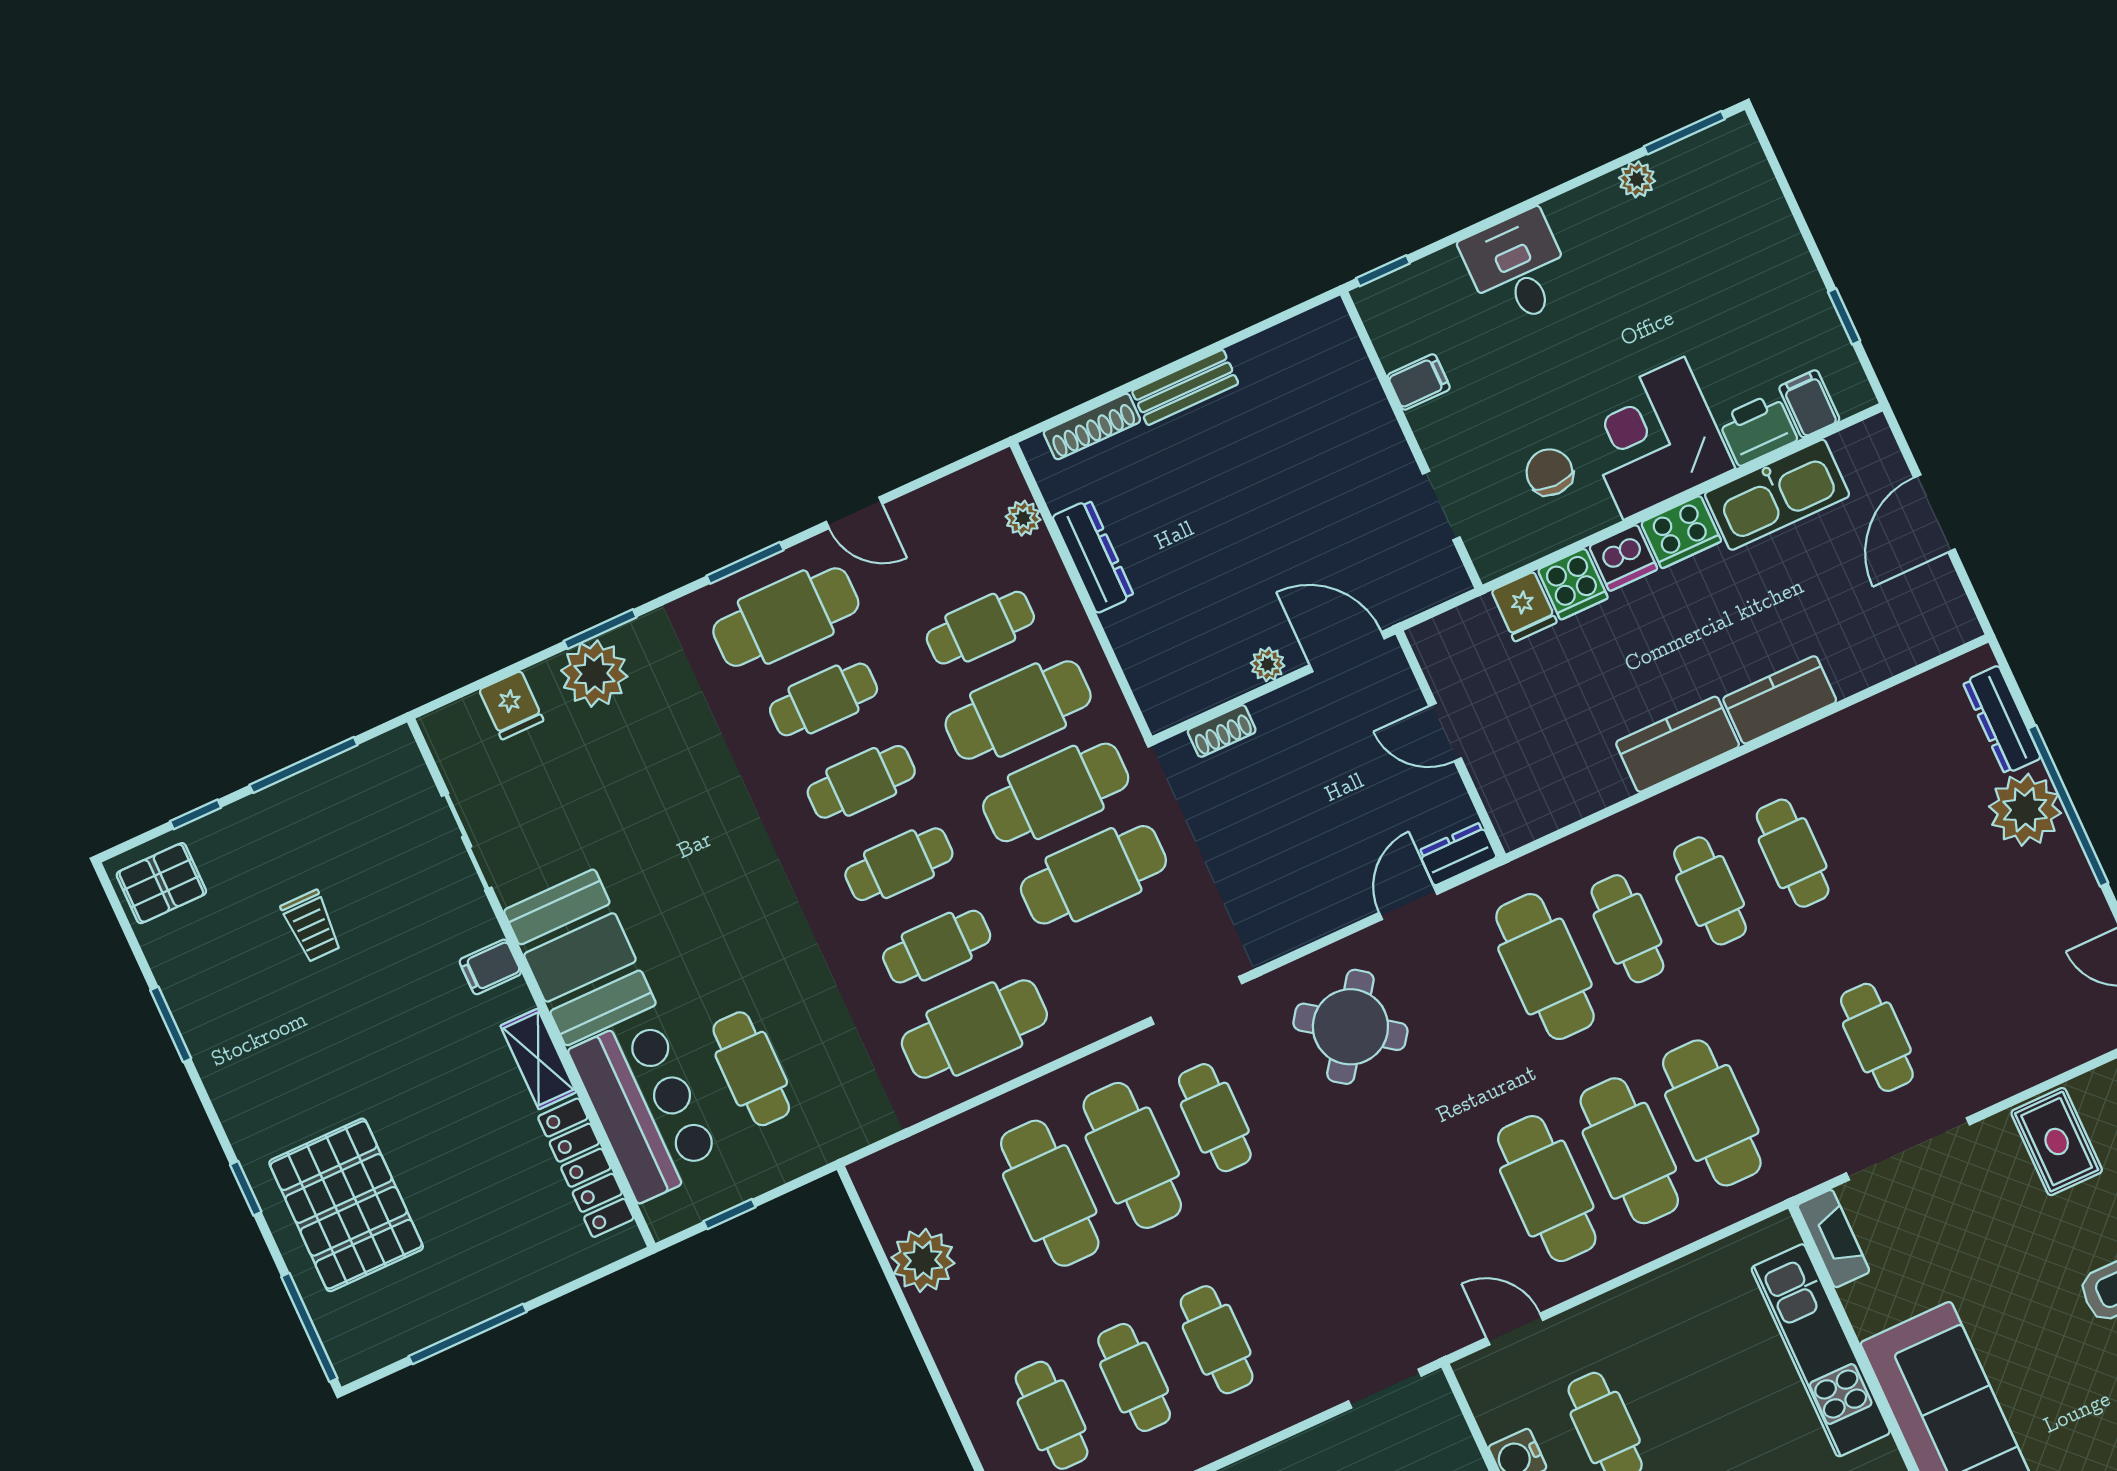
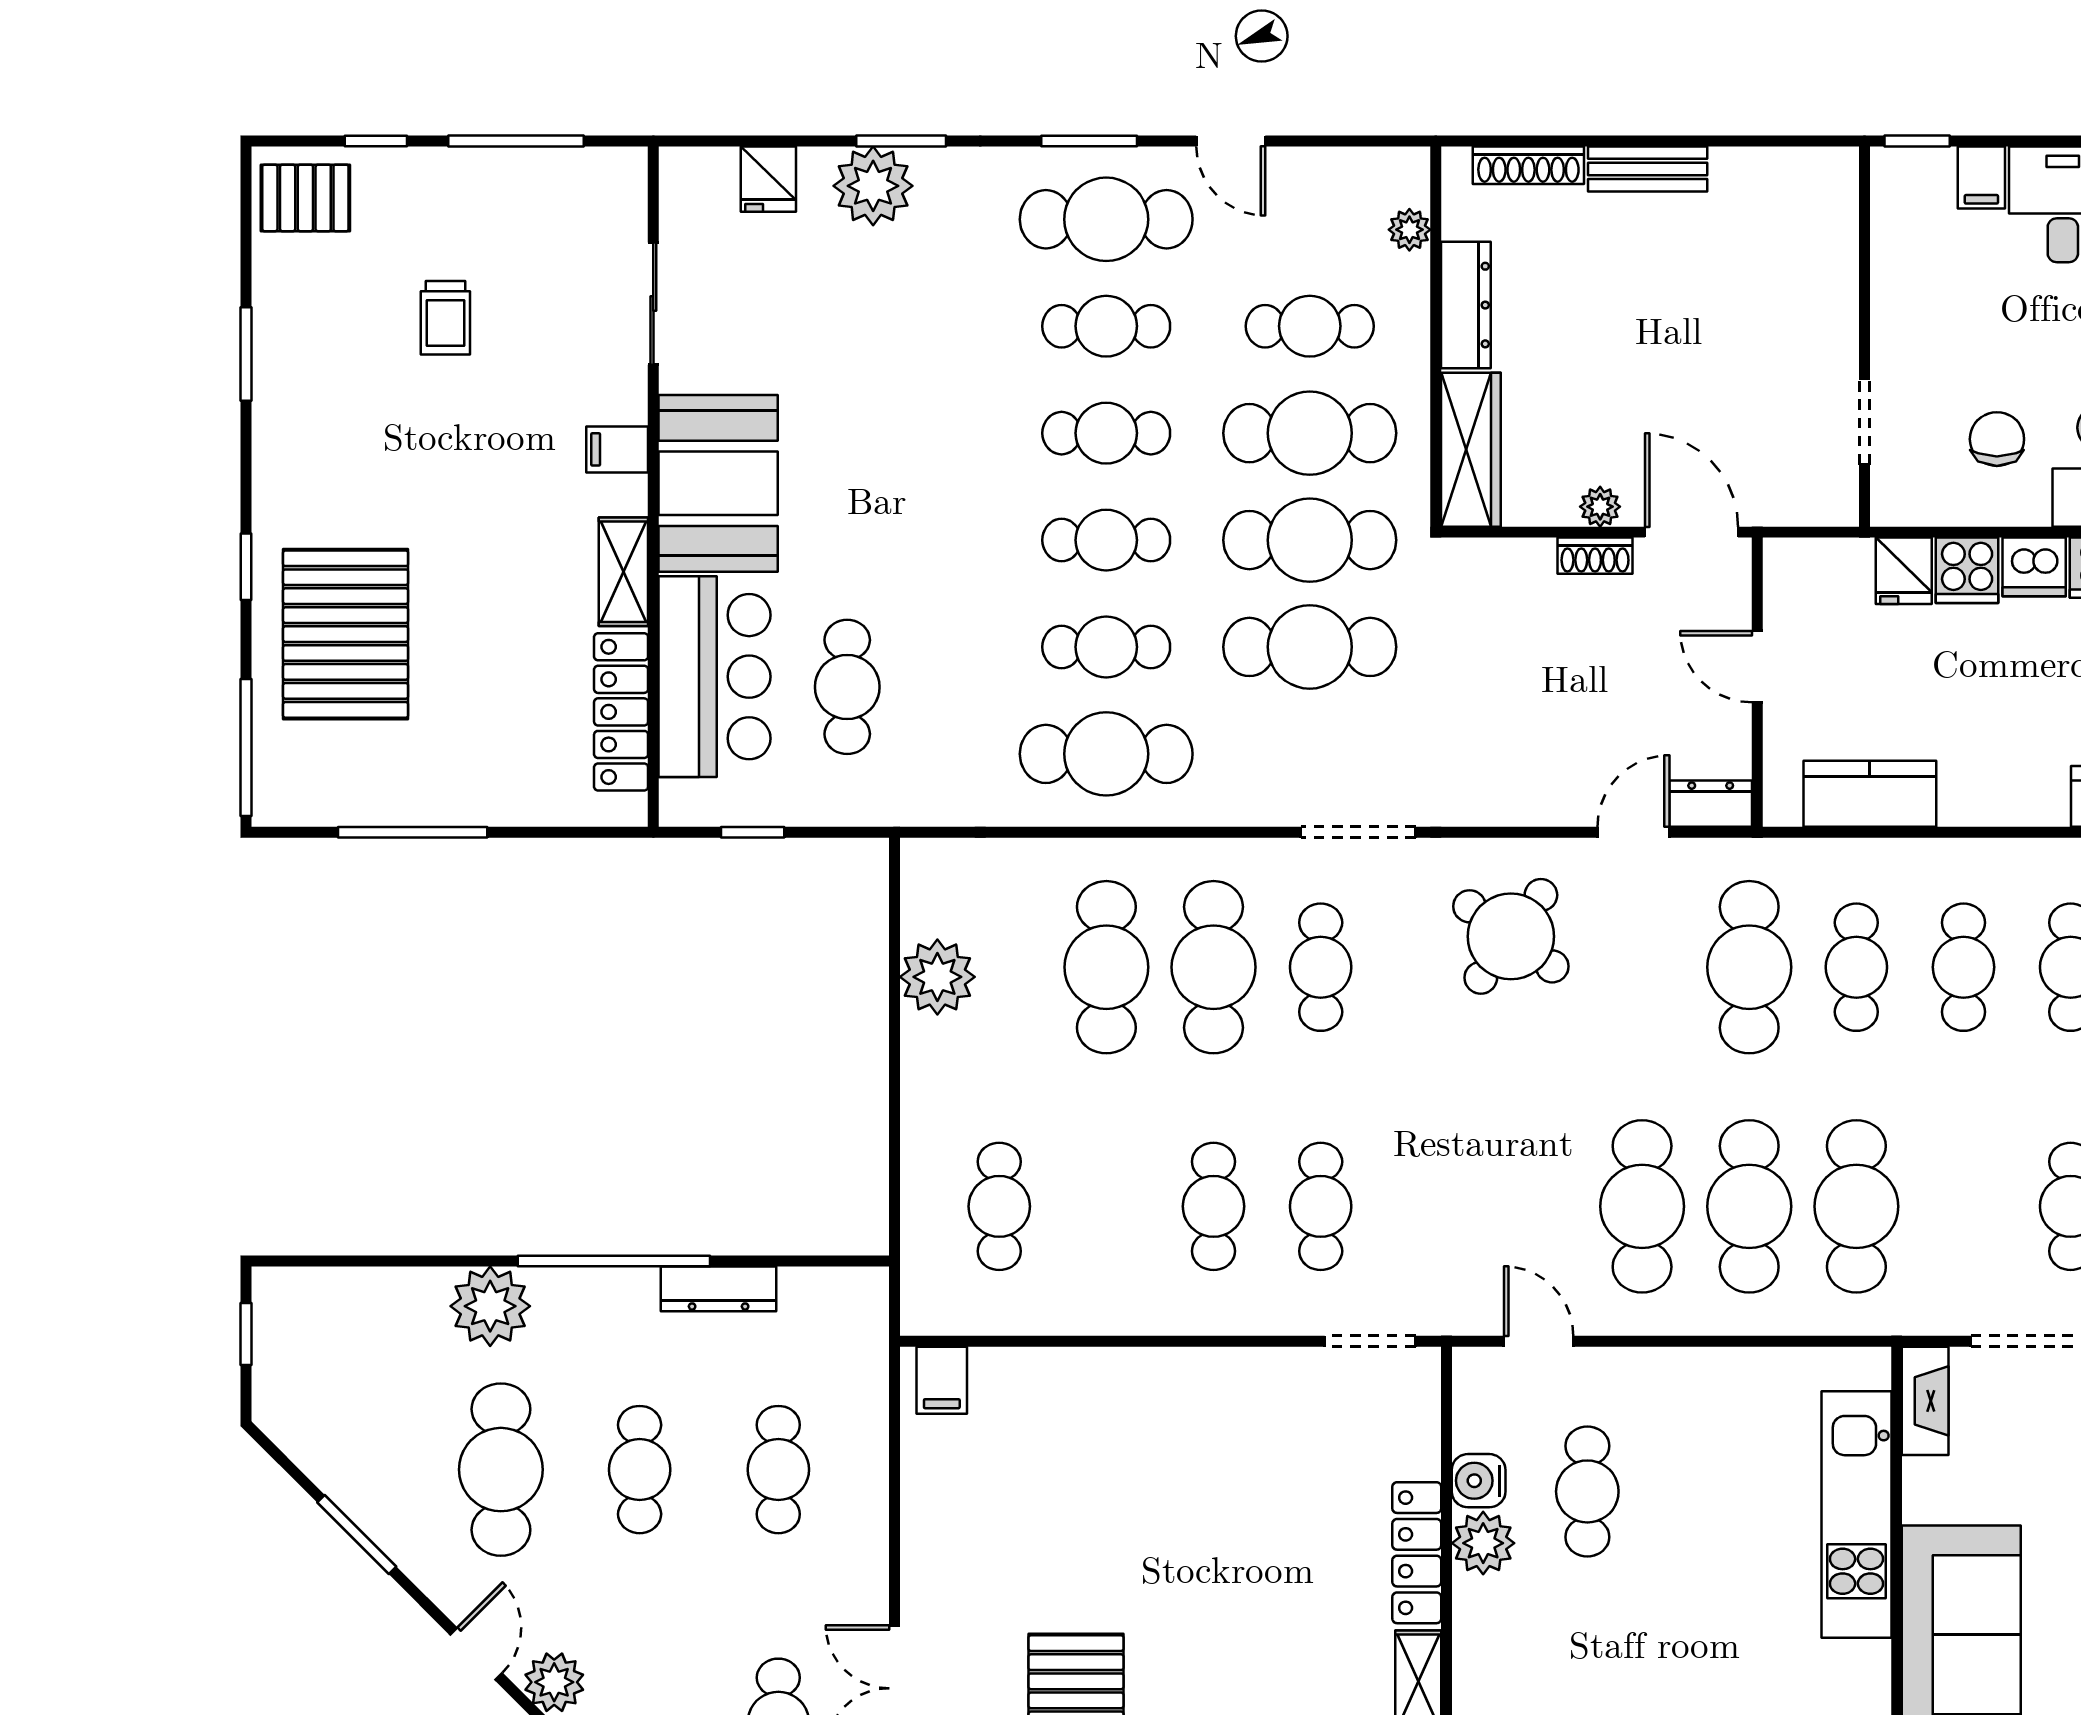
filing cabinet: (1419, 382) -> (1981, 177), moved, turned 90
wardrobe: (1148, 666) -> (1471, 450), added
shoe rack: (1222, 731) -> (1595, 556), moved
kitchen counter: (1678, 744) -> (1870, 794), moved
cafe table: (1134, 1377) -> (1321, 1206), moved

